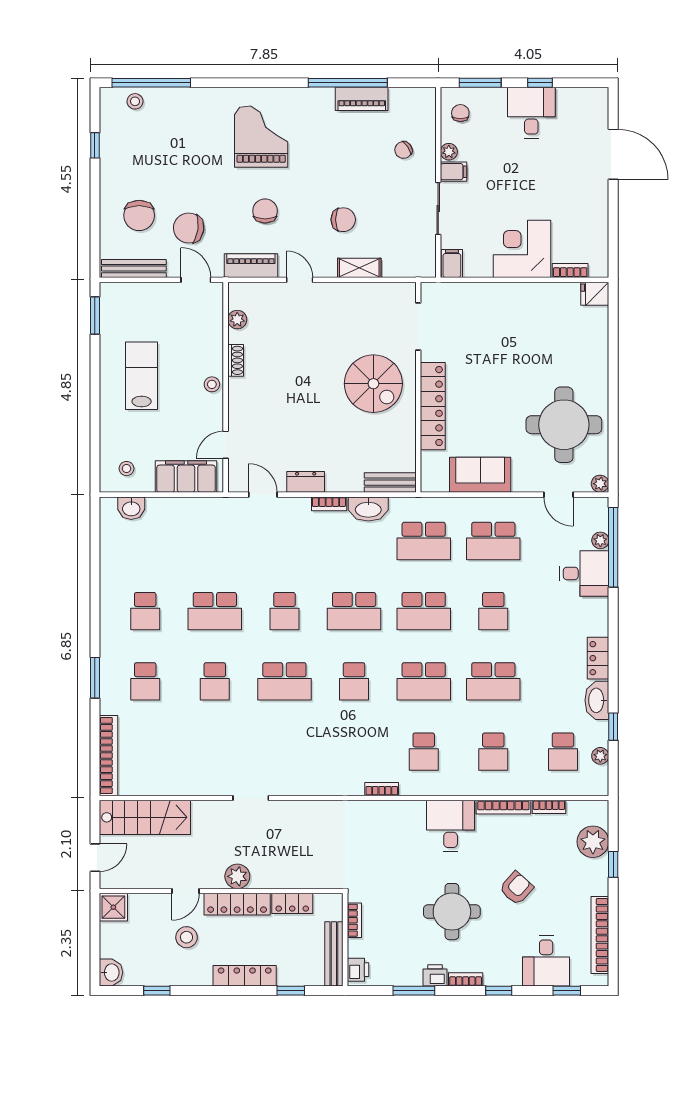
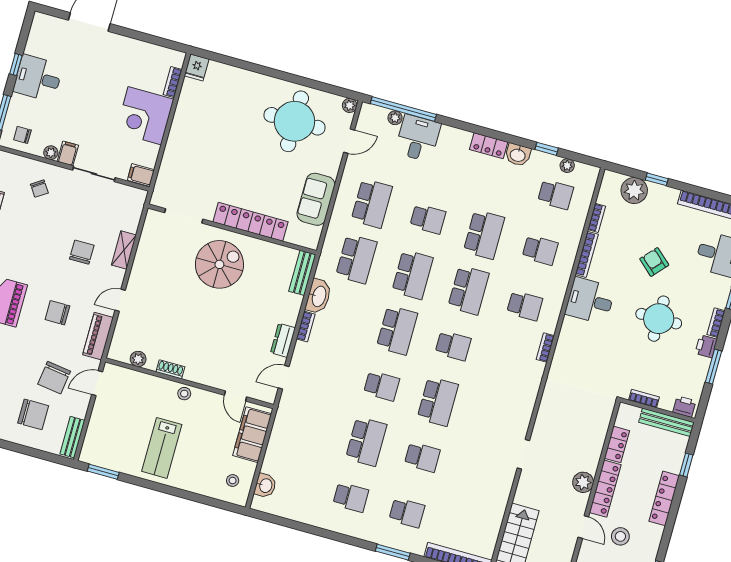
bench: (134, 269) -> (72, 437), width x0.73
lab bench: (142, 376) -> (162, 448), turned -90
washbasin: (597, 700) -> (518, 155), width x0.72

